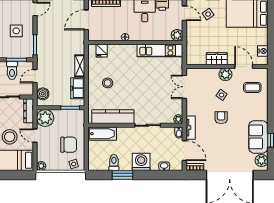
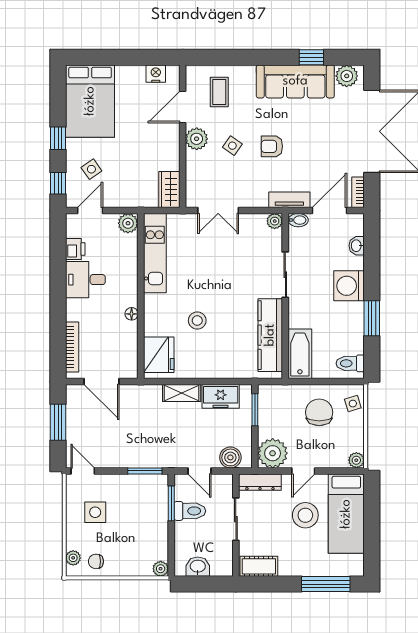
side table: (16, 31) -> (95, 512), moved
fridge: (102, 51) -> (159, 355), width x1.88, depth x1.34
wardrobe: (217, 59) -> (169, 189), moved
stool: (108, 83) -> (197, 321), moved
sofa: (258, 137) -> (295, 81), width x1.36
toilet: (114, 162) -> (350, 363), moved

